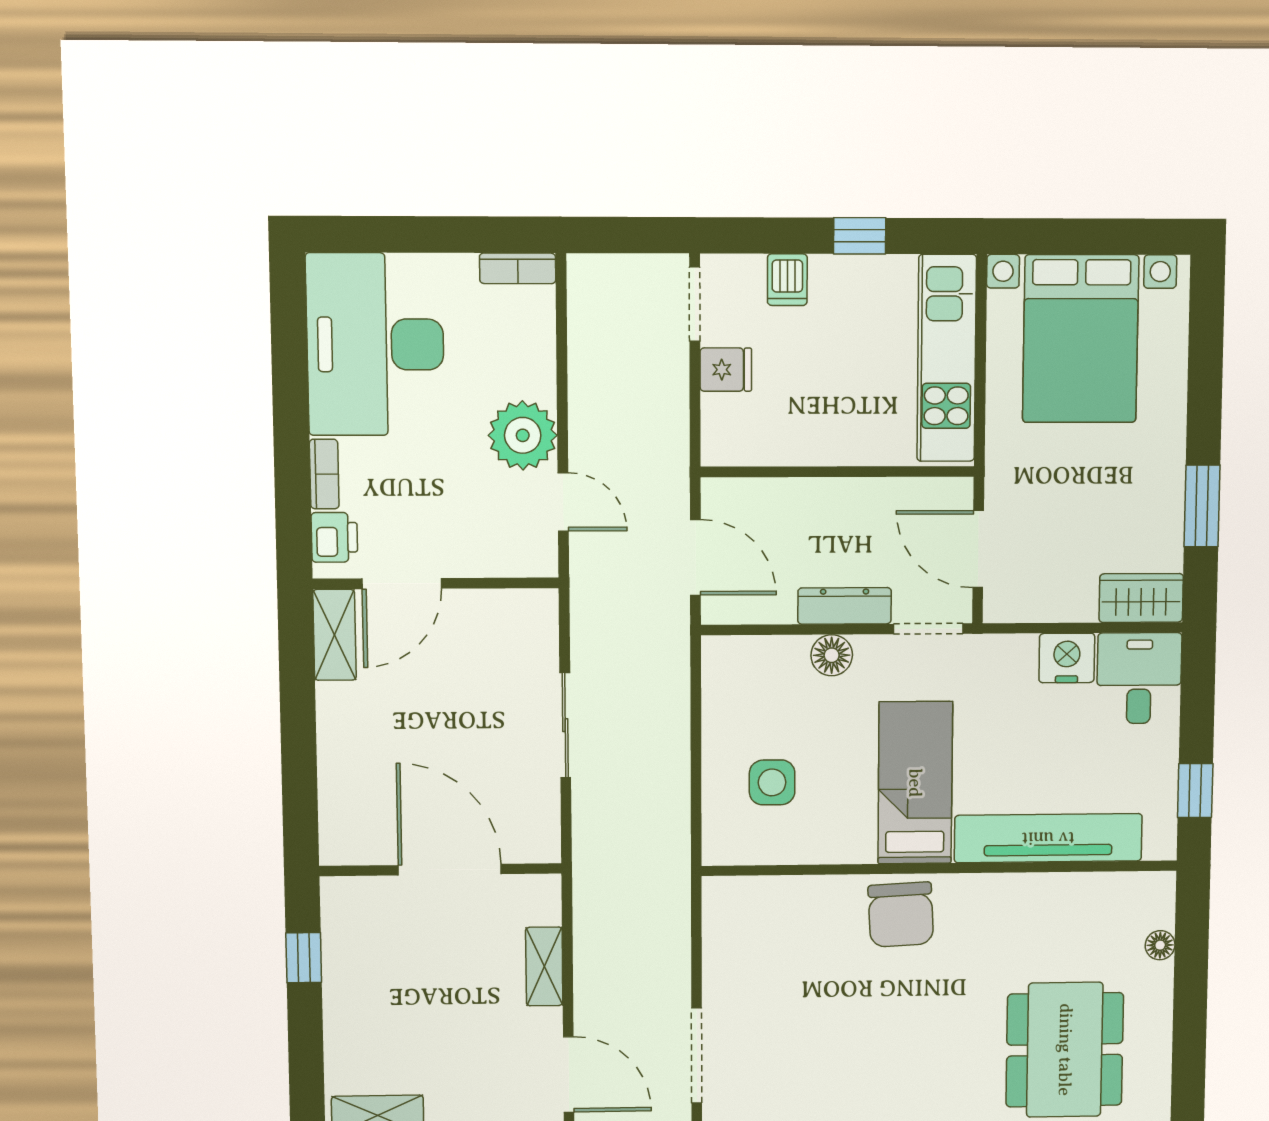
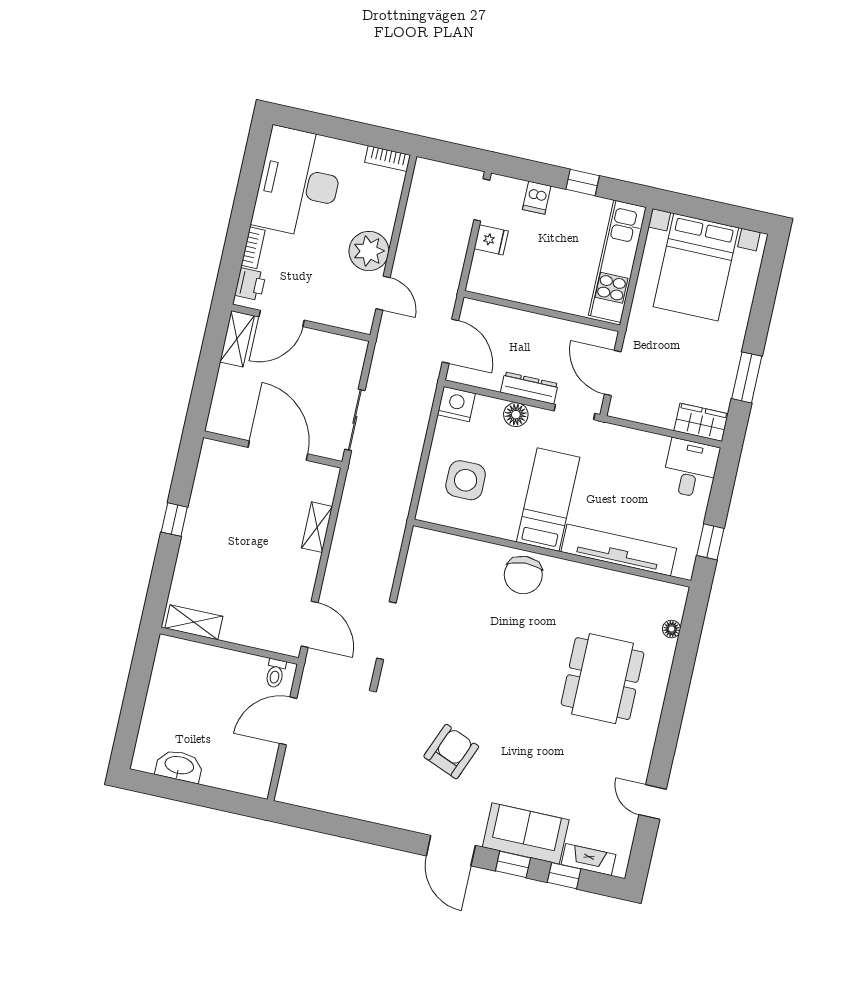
nightstand: (1067, 658) -> (456, 404), moved
side table: (772, 782) -> (466, 480), width x1.37, depth x1.37
wall: (441, 870) -> (273, 449), moved
door: (450, 870) -> (278, 451), moved
shelving: (544, 966) -> (317, 527), moved

